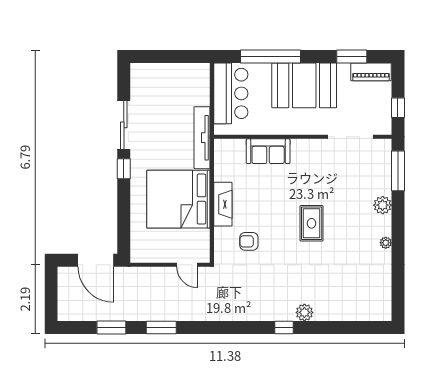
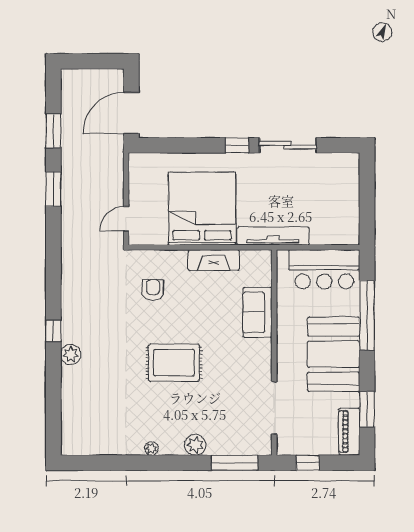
fireplace: (223, 204) -> (214, 260), moved
rug: (312, 223) -> (174, 363), width x1.36, depth x1.43

